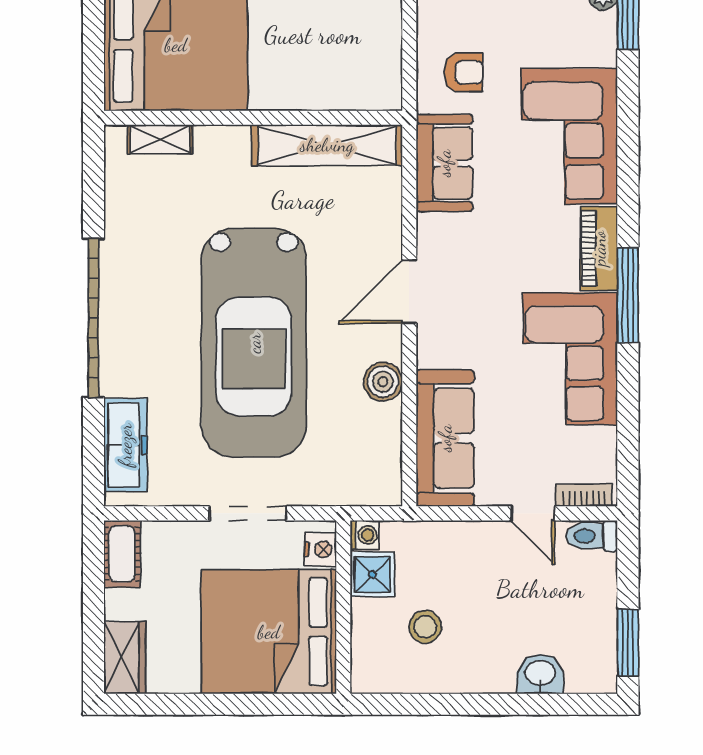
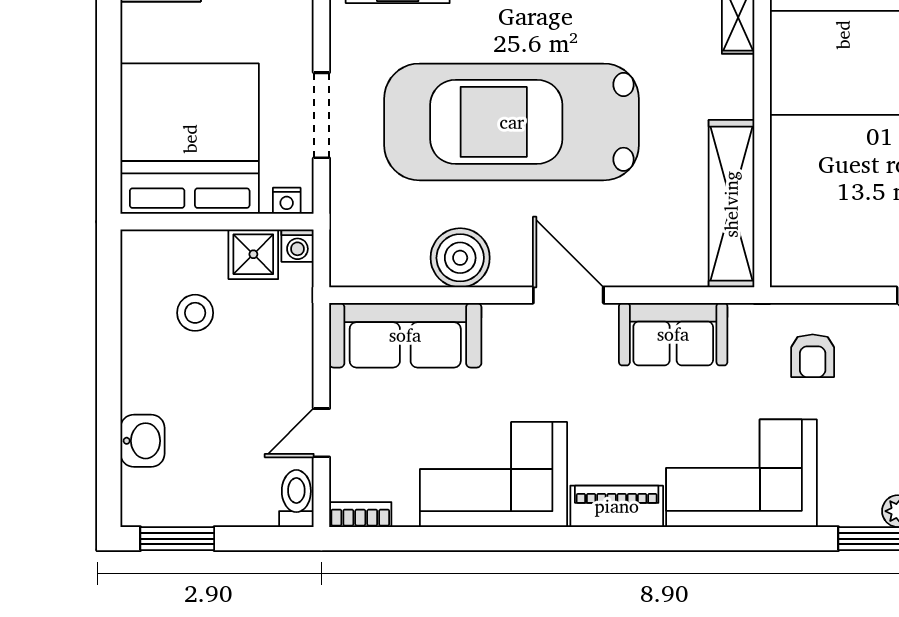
sofa: (444, 163) -> (673, 334), moved
window: (628, 295) -> (564, 539), removed
boiler: (383, 382) -> (460, 258), width x1.37, depth x1.37
bookcase: (584, 495) -> (360, 515), moved, turned -90
nightstand: (320, 549) -> (287, 201), width x0.72, depth x0.74

